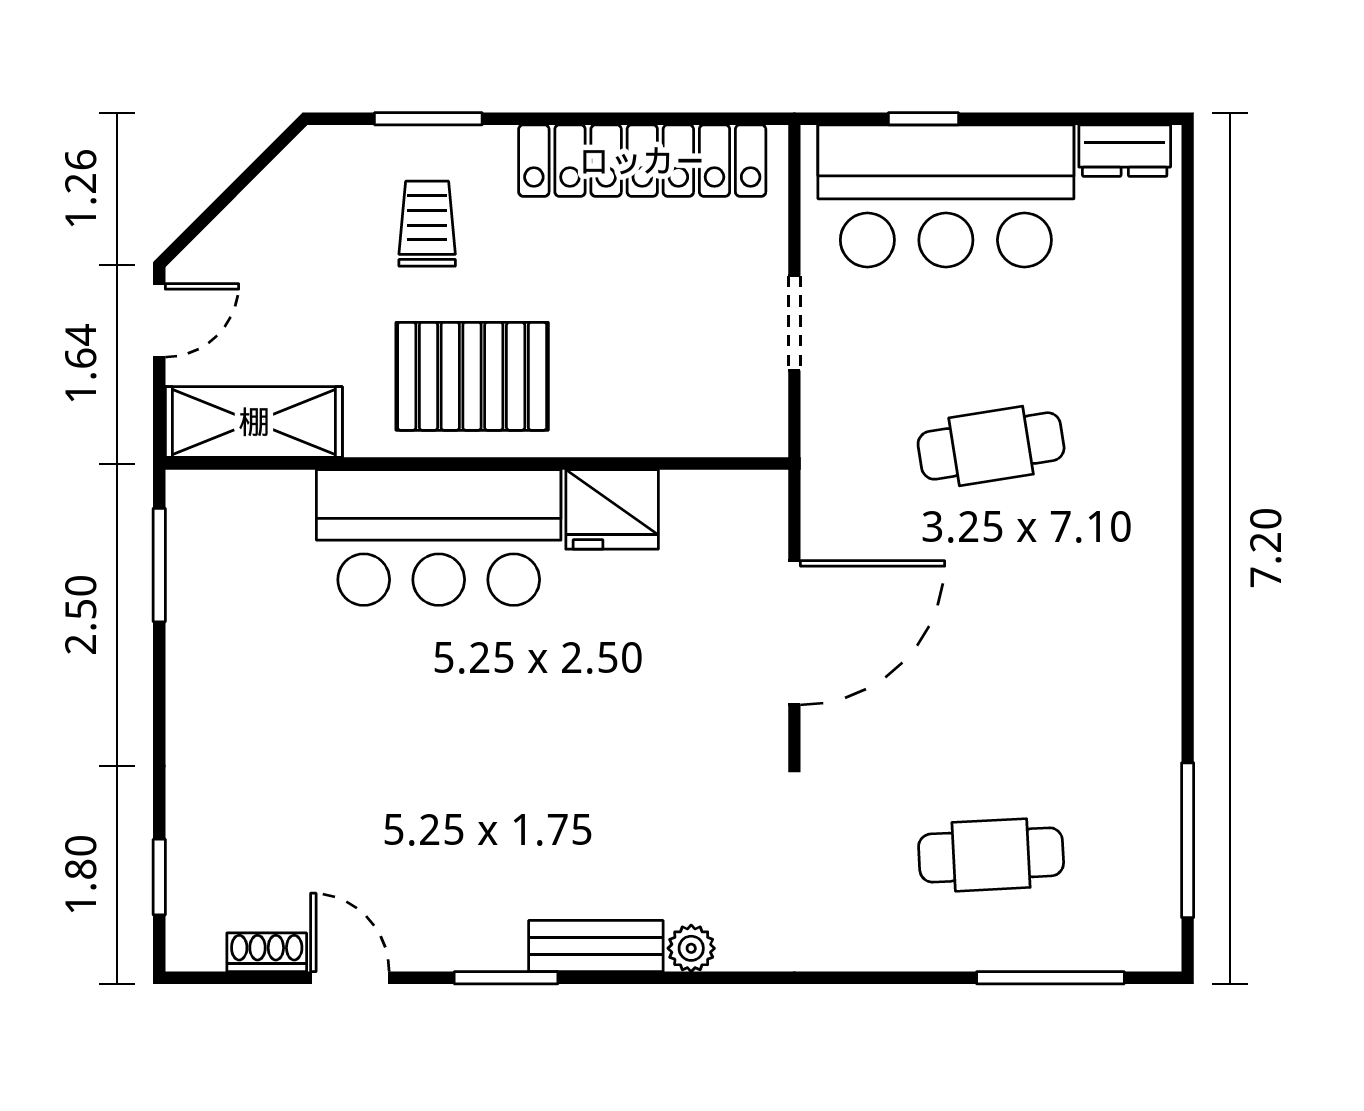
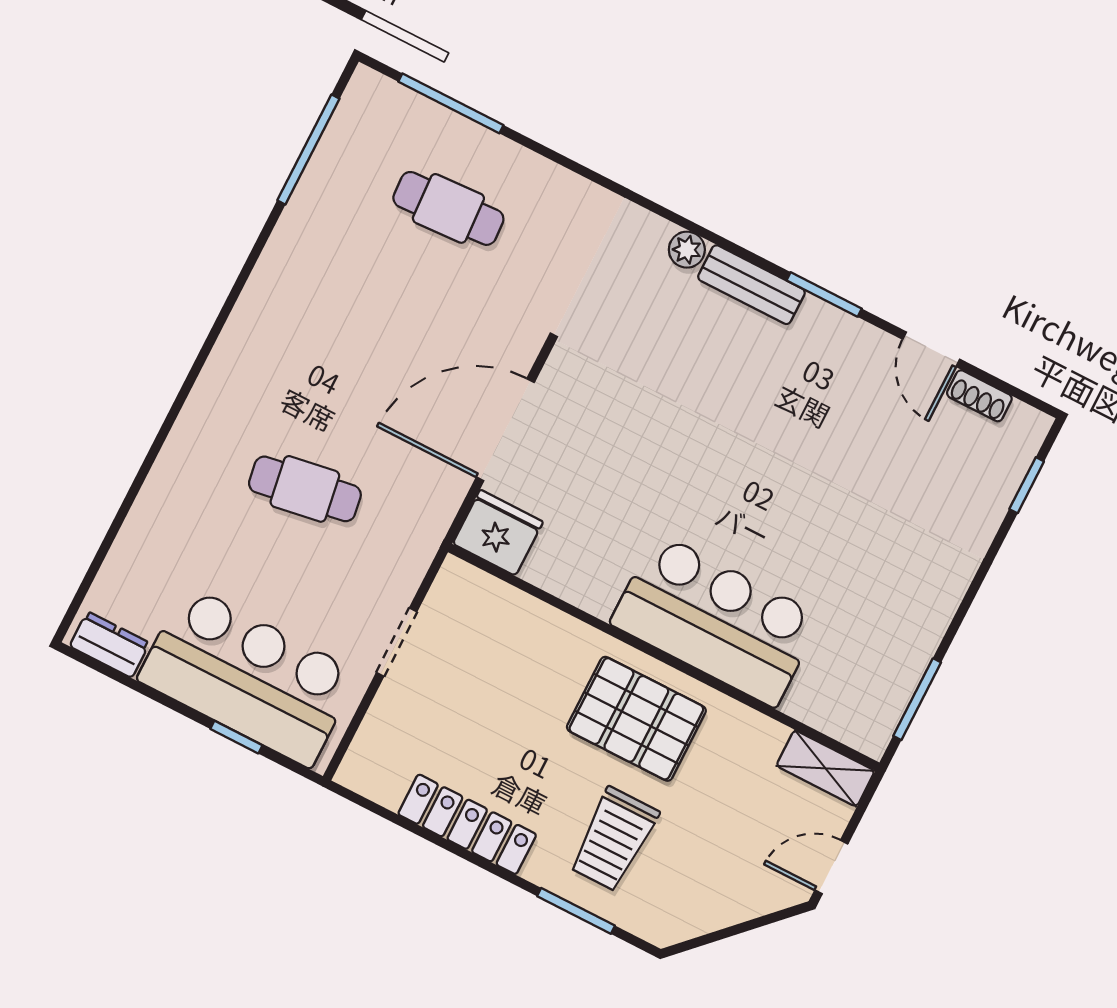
locker: (642, 161) -> (467, 824), width x0.71, depth x0.83
trolley: (427, 224) -> (614, 839), width x1.36, depth x1.39
shelving: (254, 422) -> (825, 768), width x0.67, depth x0.75
fridge: (612, 509) -> (498, 533), moved

